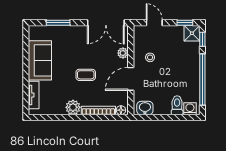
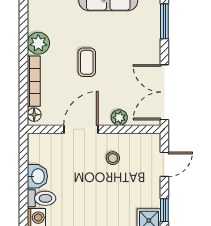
door: (131, 79) -> (81, 129), hinge flipped
washbasin: (145, 108) -> (37, 176), moved

